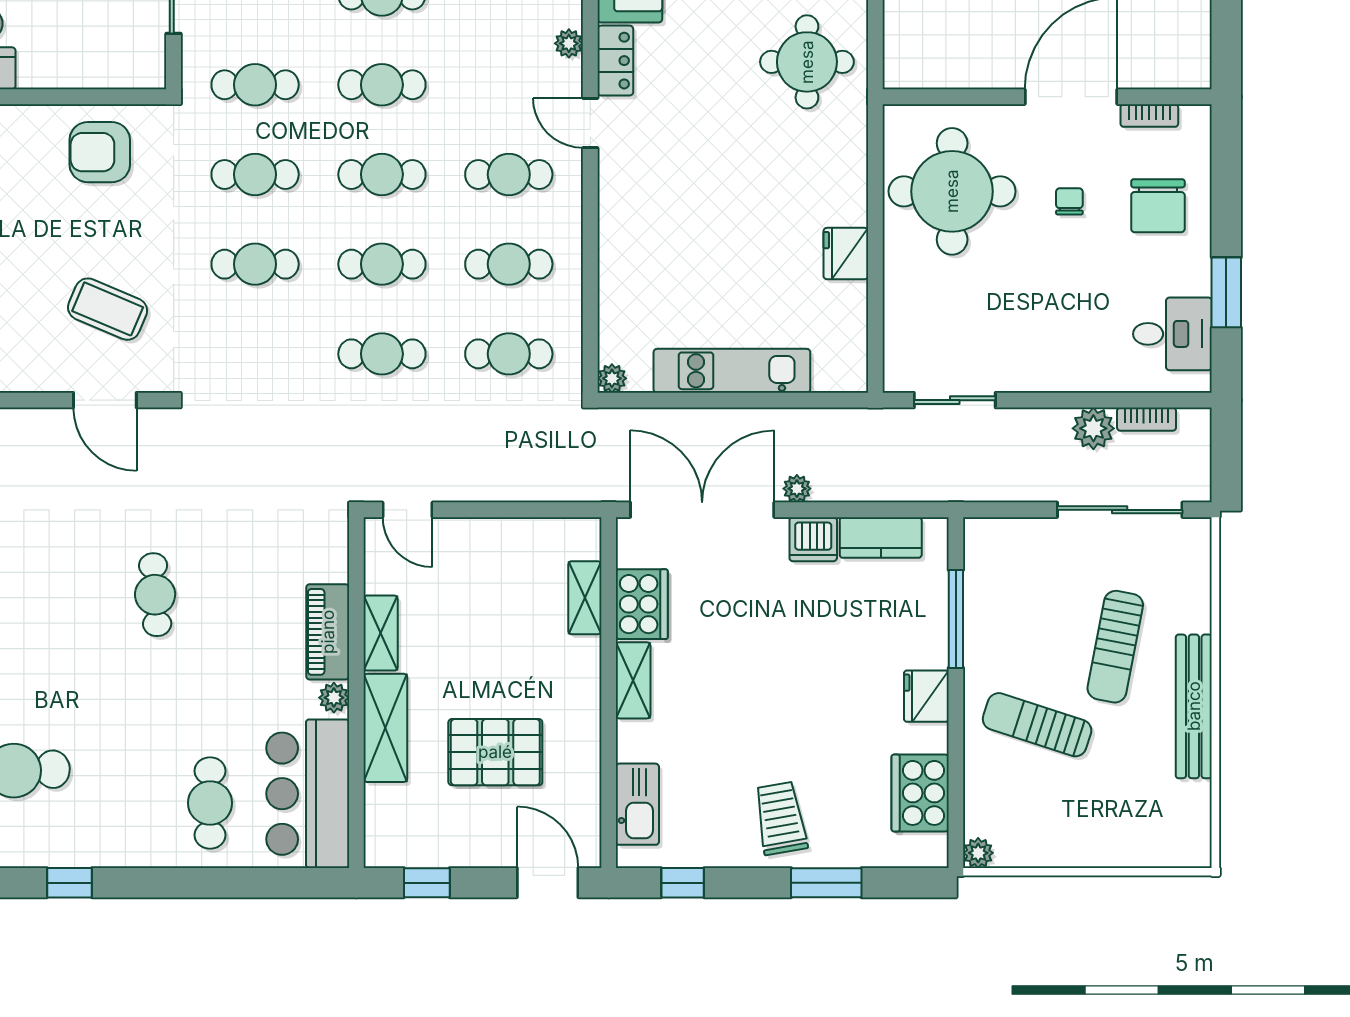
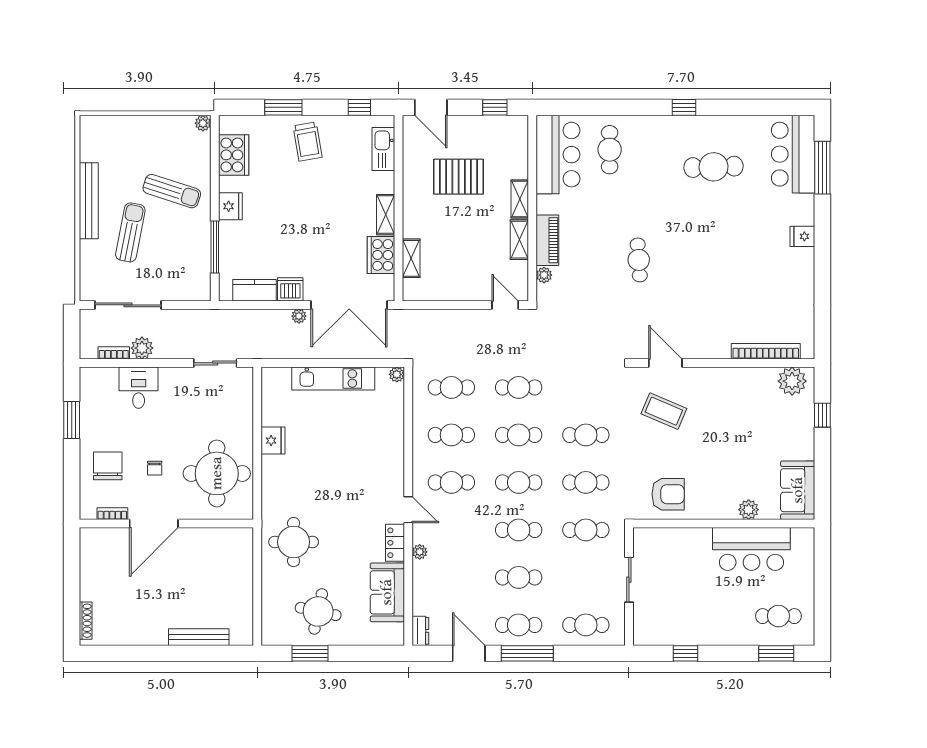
desk: (1172, 334) -> (139, 388), moved, turned 90
plant: (334, 698) -> (544, 275), moved
shelving: (385, 728) -> (520, 199), width x0.67, depth x0.75

